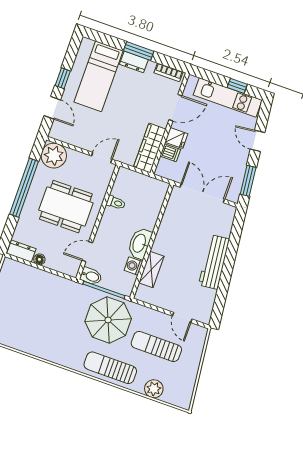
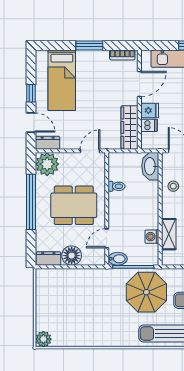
dresser: (134, 62) -> (48, 143), moved, turned 180
stool: (173, 223) -> (173, 186), added
washbasin: (140, 243) -> (150, 166), moved
floor lamp: (39, 259) -> (72, 256), width x1.89, depth x1.89

